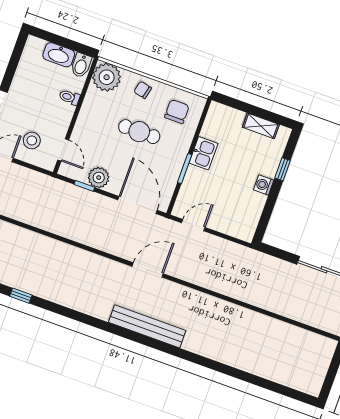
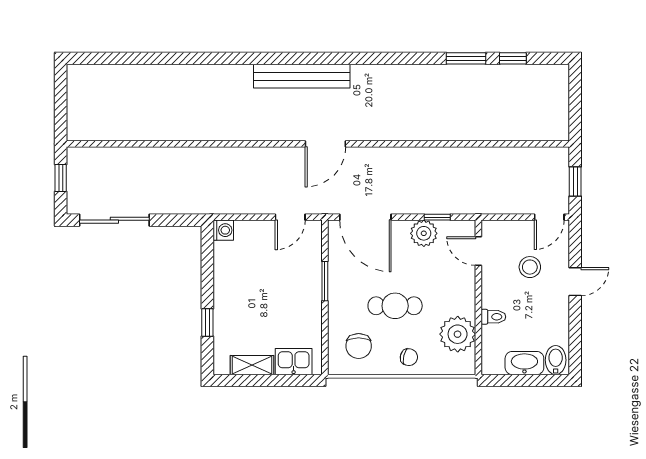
bidet: (81, 65) -> (556, 360), moved
plant: (107, 77) -> (458, 334), moved
stool: (32, 141) -> (530, 267), moved
kitchen sink: (203, 153) -> (294, 362), moved, turned 90
washing machine: (264, 185) -> (223, 230), moved
window: (21, 296) -> (466, 58), width x1.50

